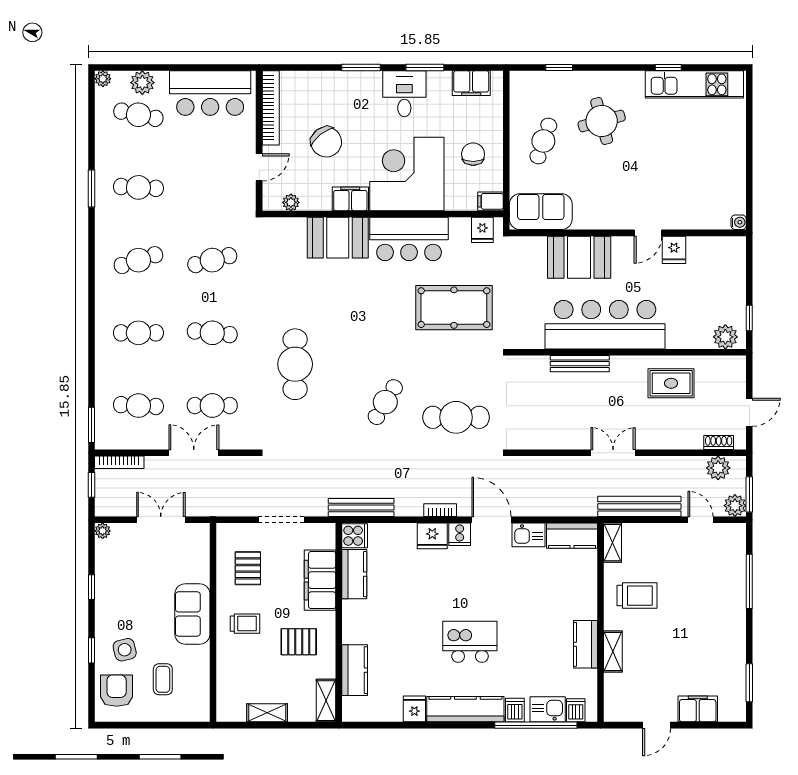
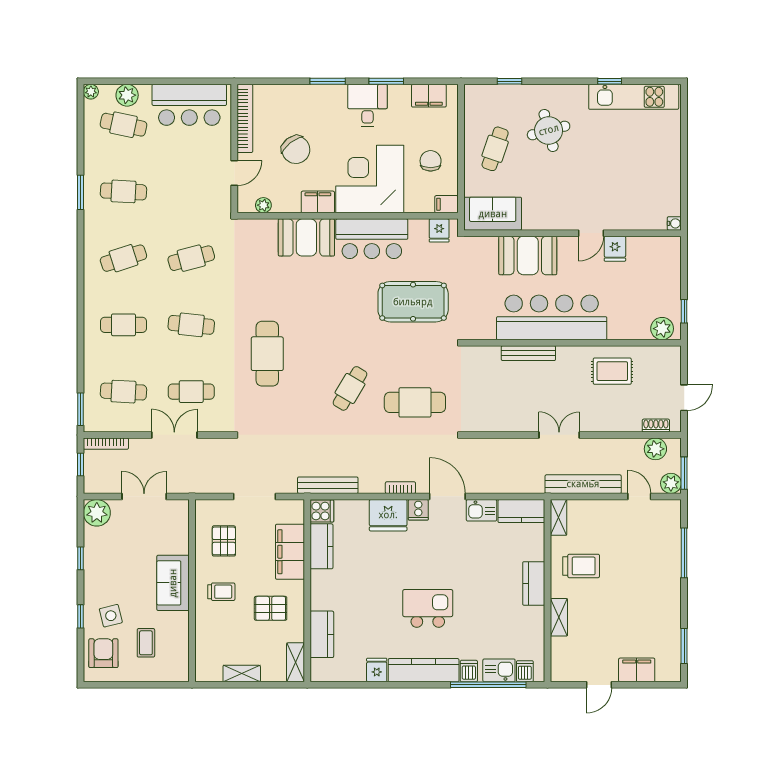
plant: (103, 531) -> (97, 513), width x1.88, depth x1.88
fridge: (432, 536) -> (388, 515), width x1.36, depth x1.34
kitchen counter: (585, 644) -> (534, 583), moved

